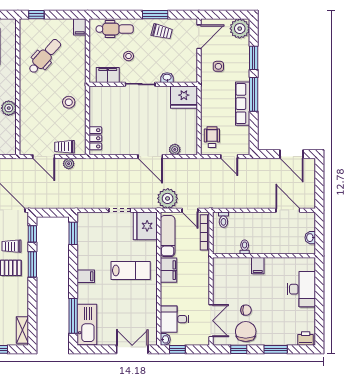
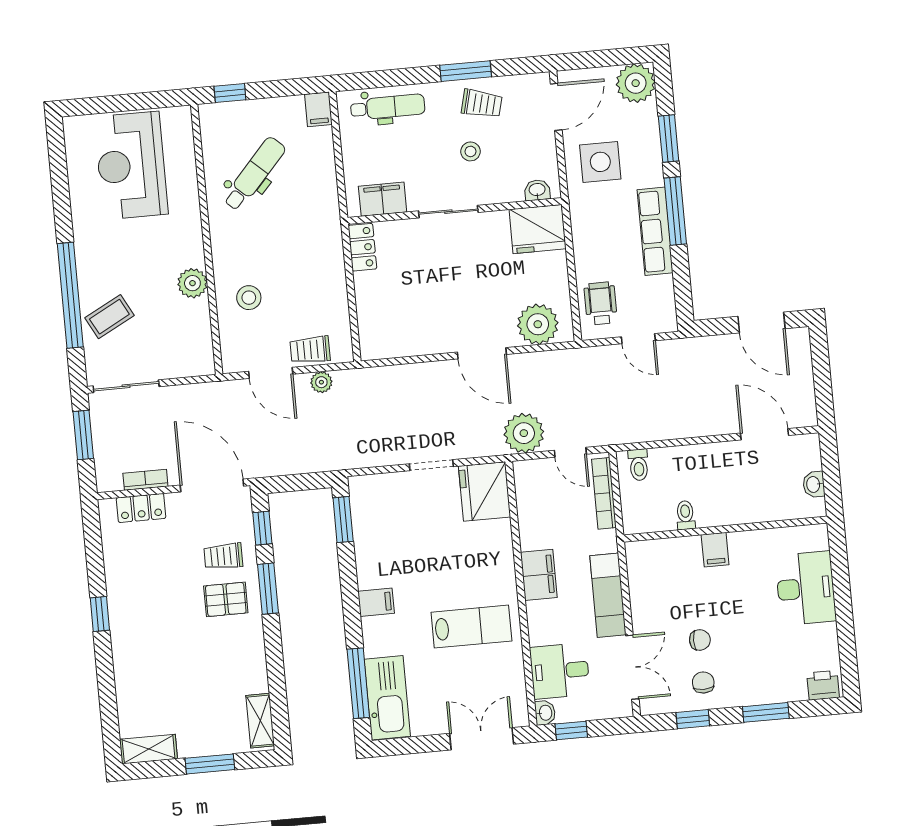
stool: (129, 56) -> (471, 151), moved
side table: (218, 66) -> (600, 162), width x1.87, depth x1.87
washbasin: (167, 78) -> (537, 190), moved
stool: (69, 102) -> (249, 298), moved
locker: (95, 138) -> (362, 247), moved
plant: (175, 149) -> (538, 324), width x1.87, depth x1.87
exam couch: (168, 236) -> (608, 595), moved, turned 180
lab bench: (131, 270) -> (471, 627), moved
chair: (246, 332) -> (703, 682), width x0.54, depth x0.54

